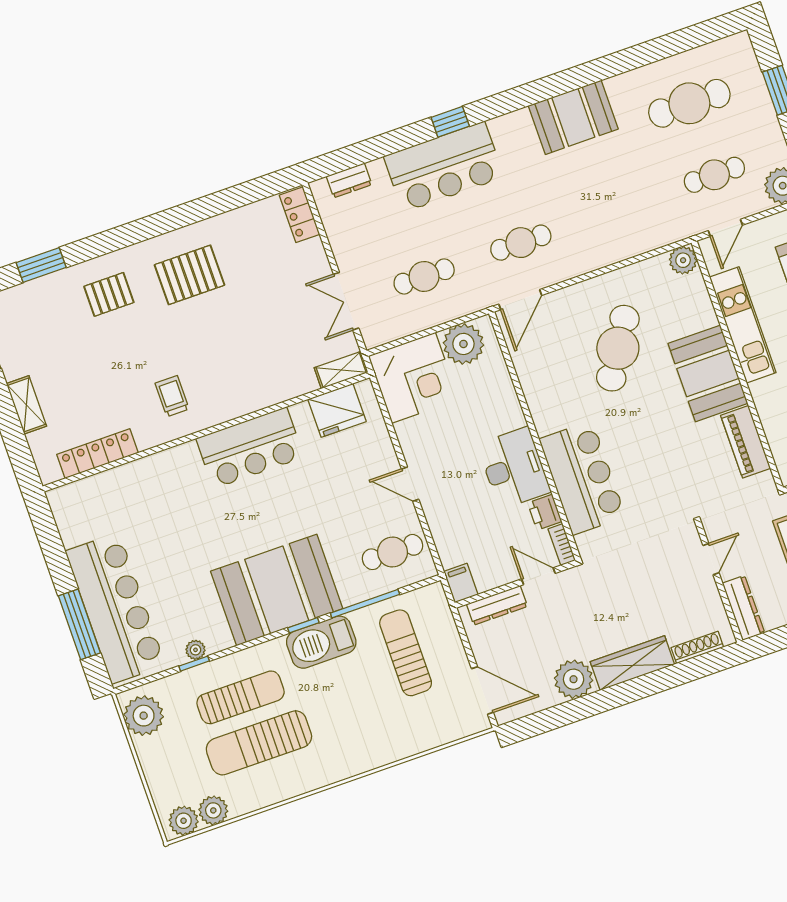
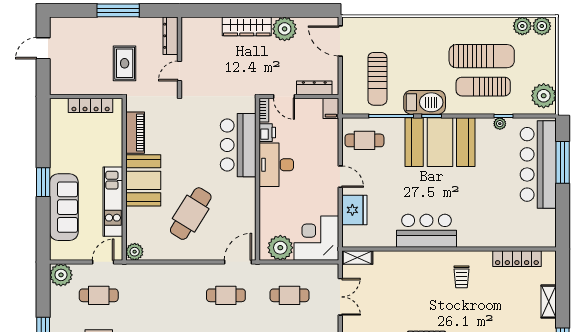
fridge: (337, 410) -> (354, 210), moved, turned 90
shoe rack: (697, 647) -> (206, 22), removed

